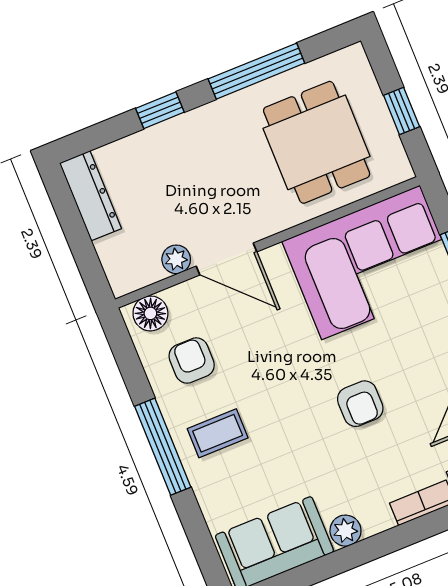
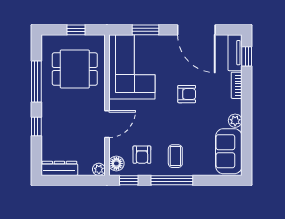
plant: (176, 259) -> (99, 169), moved
window: (125, 355) -> (129, 180), added
armchair: (192, 361) -> (142, 155), turned -90

